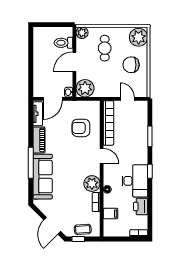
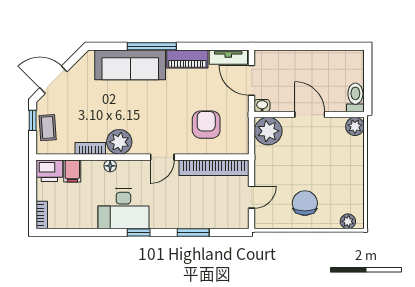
plant: (139, 37) -> (348, 221), width x0.53, depth x0.53
toilet: (63, 43) -> (355, 97), moved
cafe table: (105, 48) -> (331, 162), removed
printer: (141, 206) -> (49, 171), moved, turned 180

